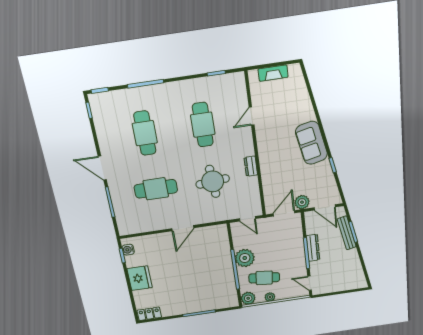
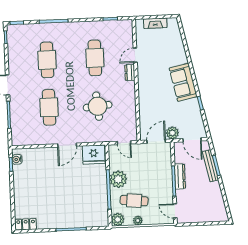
dresser: (251, 166) -> (130, 73), moved
cafe table: (156, 189) -> (49, 107), turned 90
fridge: (140, 278) -> (94, 155), moved, turned 90

